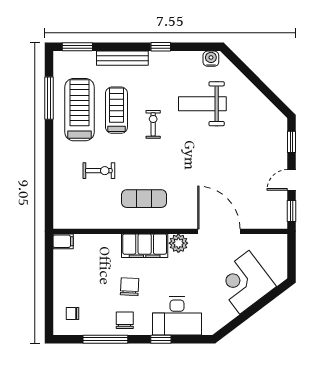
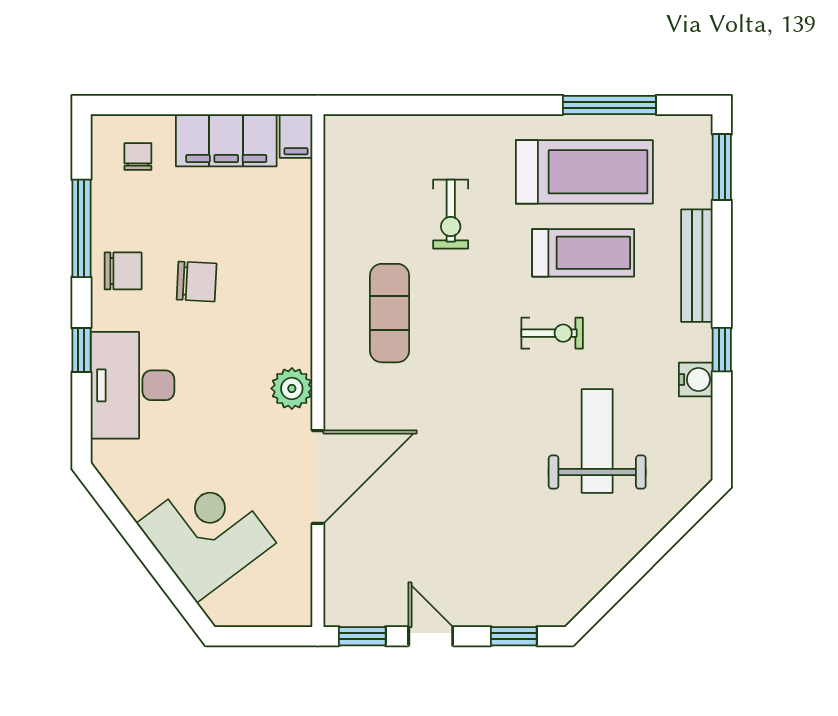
water cooler: (211, 59) -> (696, 380), moved
filing cabinet: (145, 246) -> (226, 140), moved, turned -90

